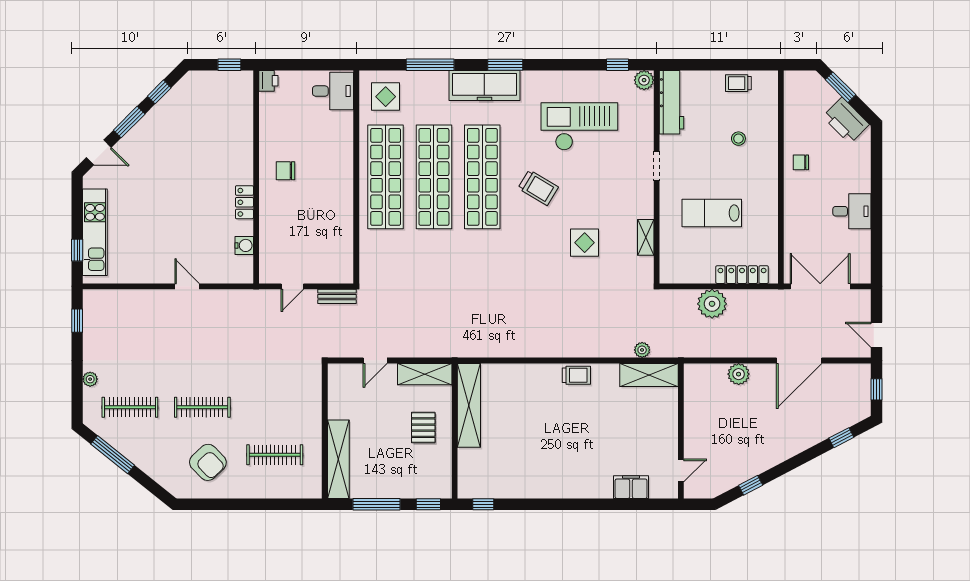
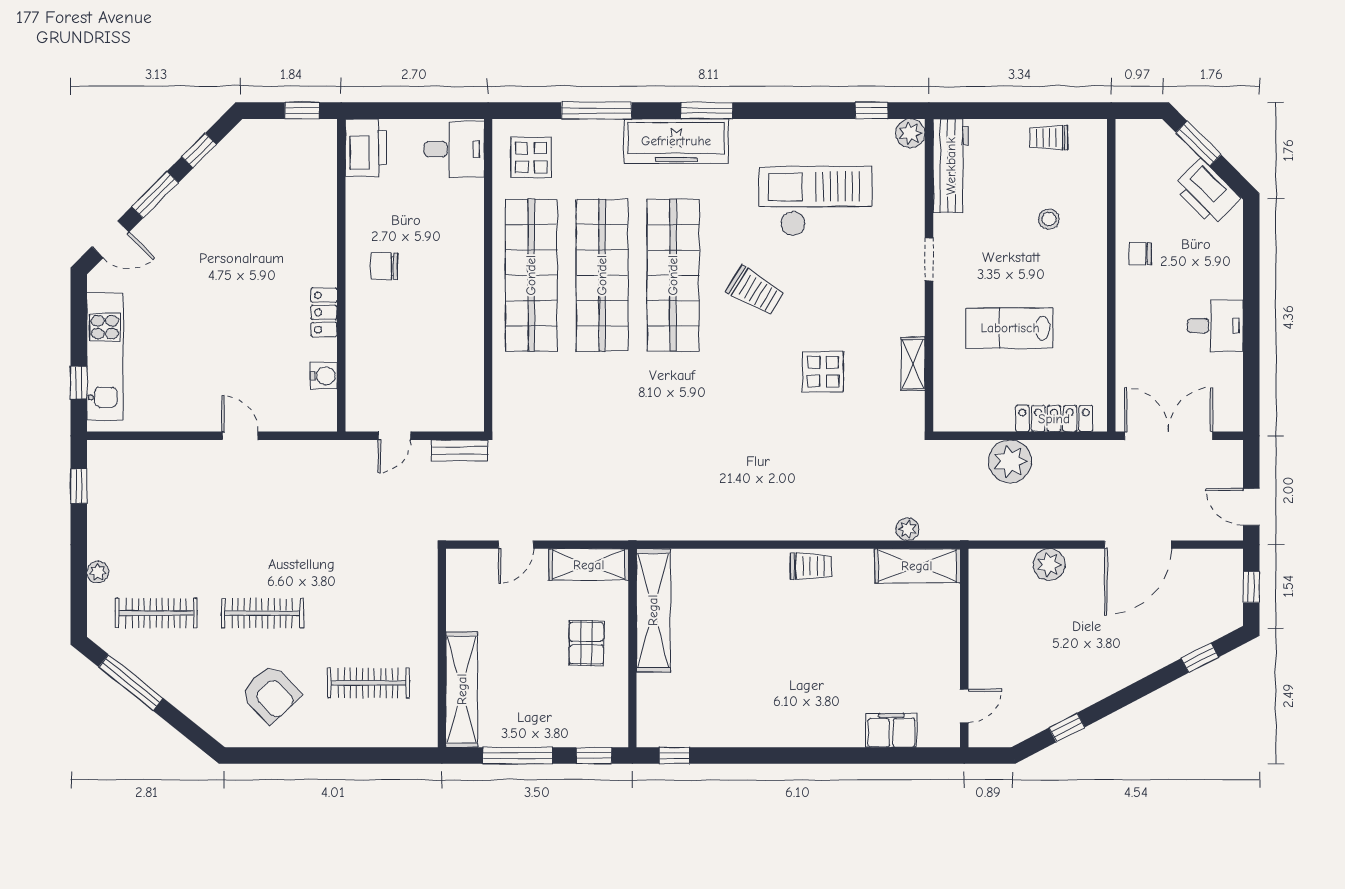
printer: (268, 81) -> (366, 148), width x1.87, depth x1.48

